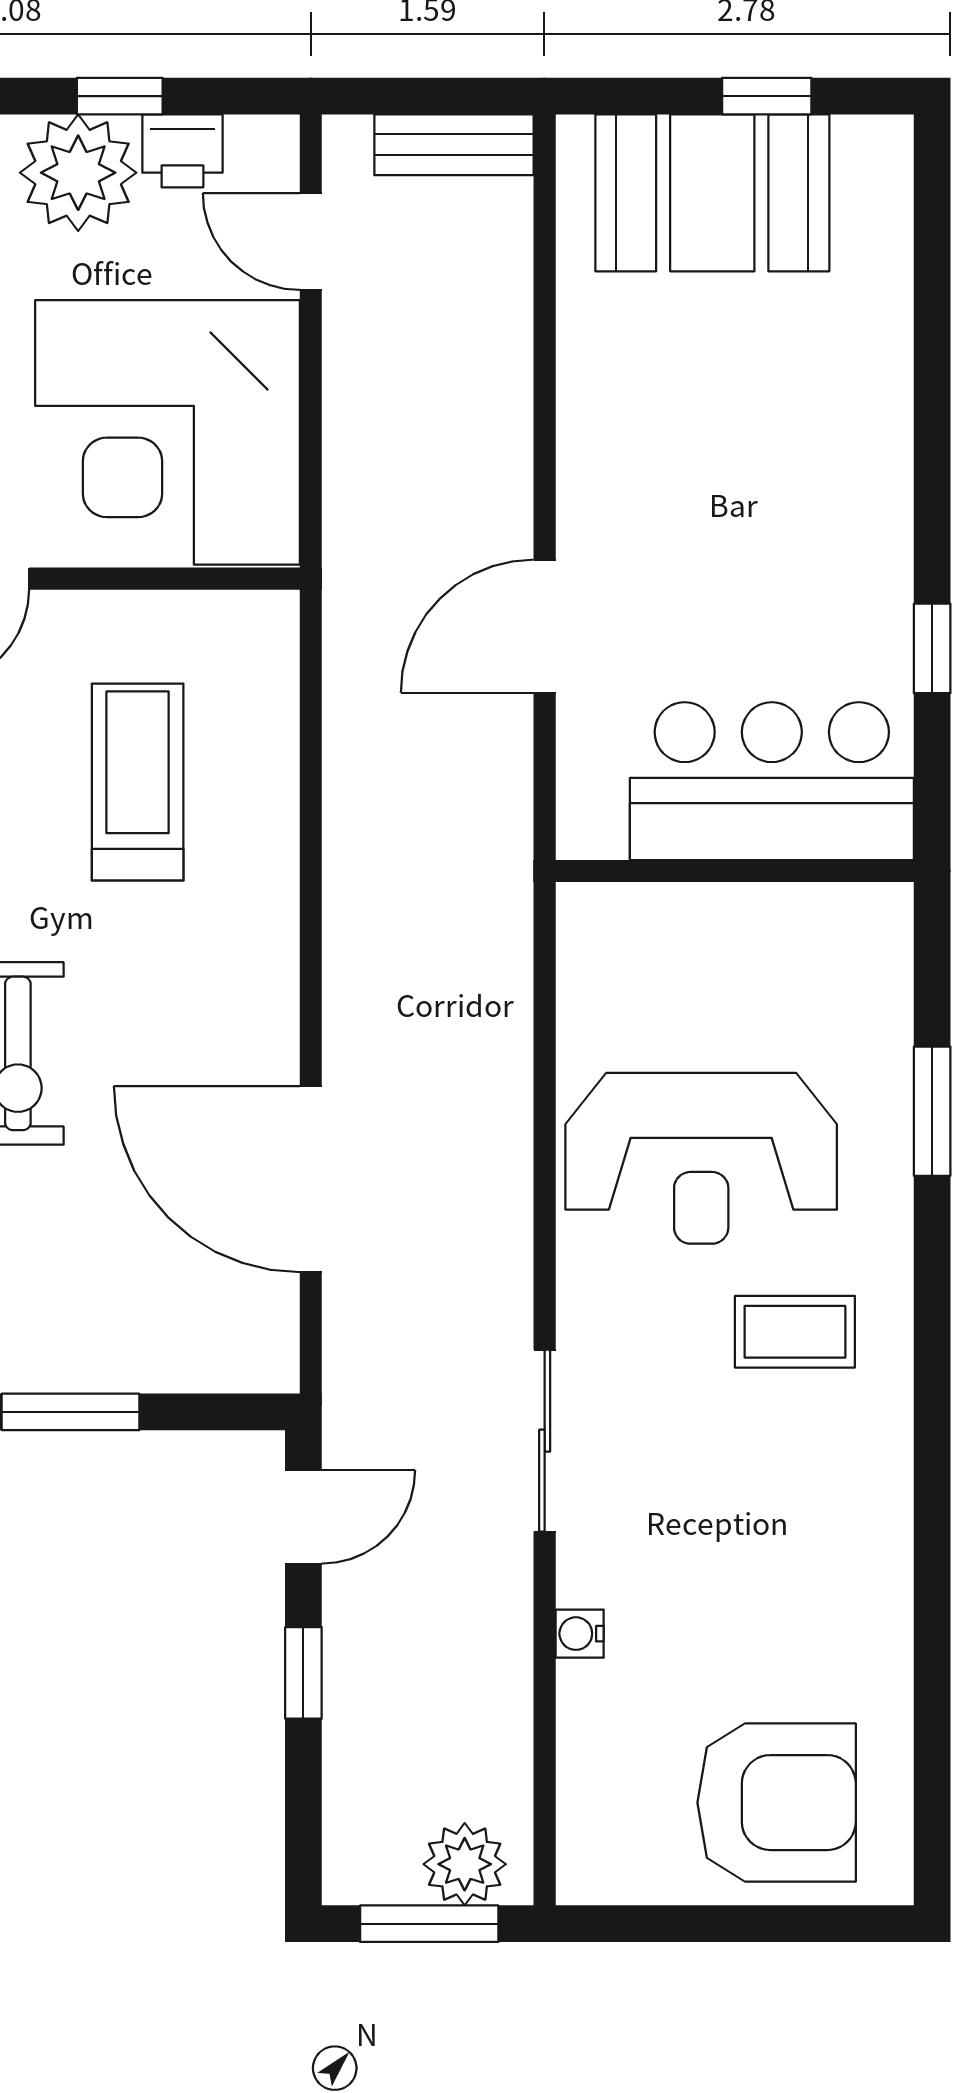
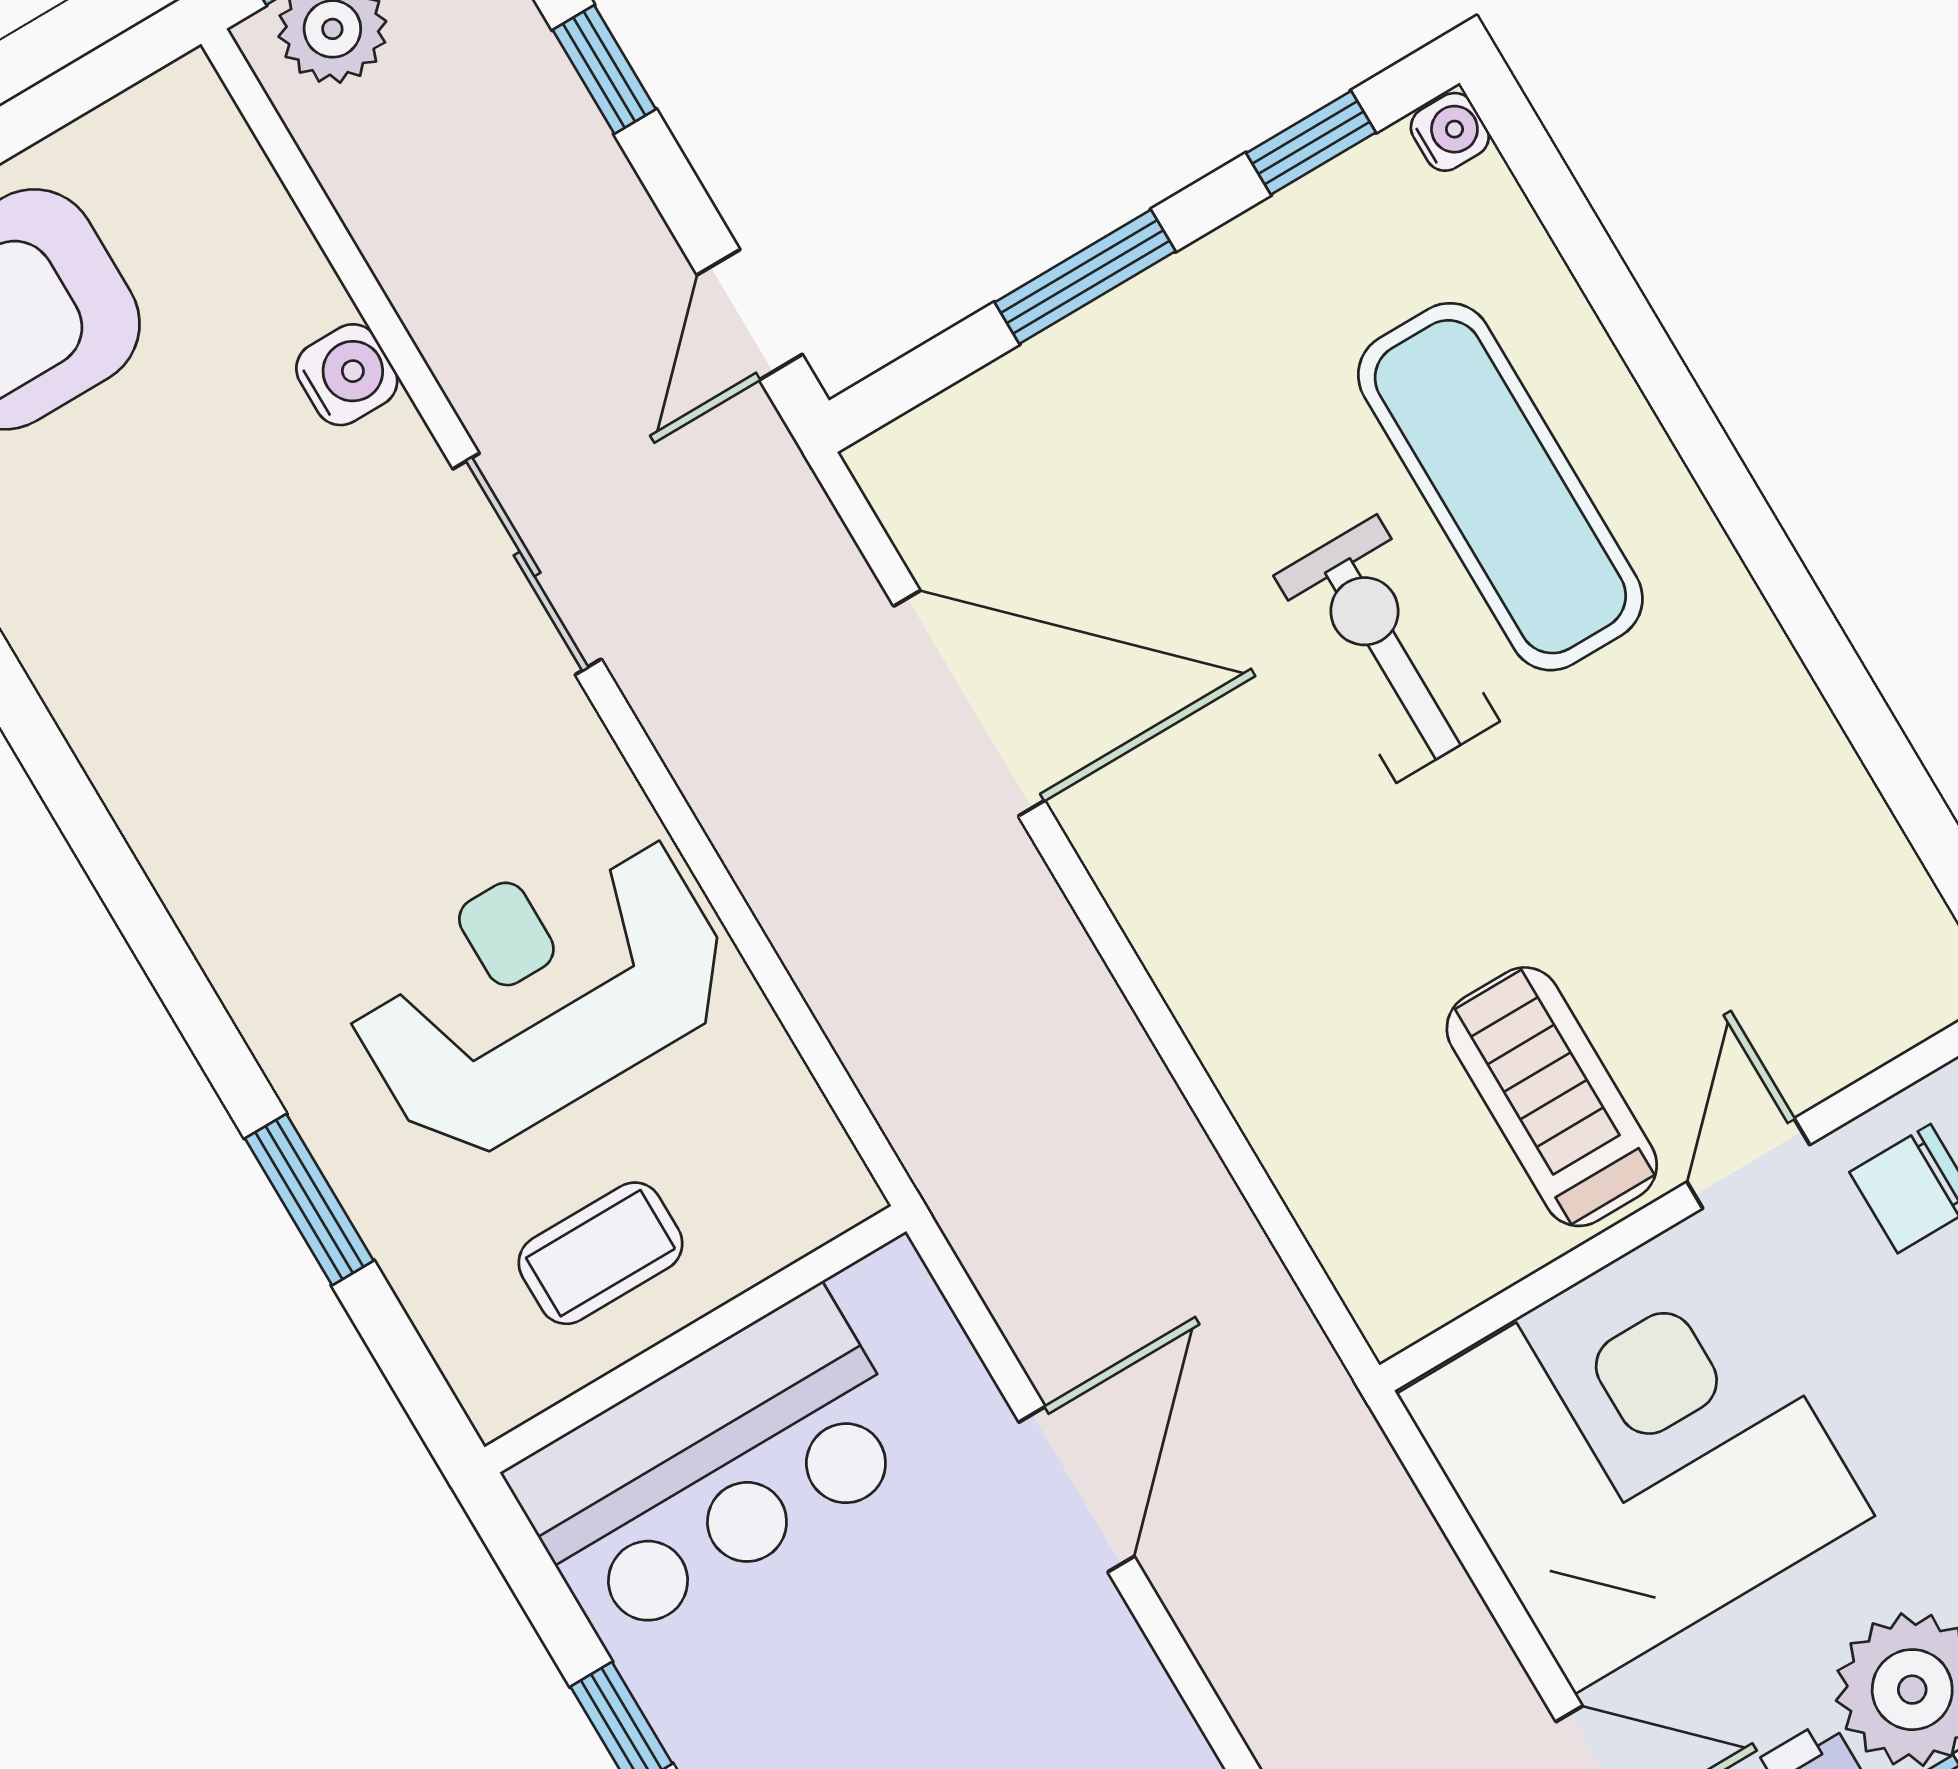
treadmill: (138, 782) -> (1552, 1097), moved, turned 180
coffee table: (795, 1332) -> (601, 1253), moved
water cooler: (580, 1634) -> (347, 375), width x1.38, depth x1.38
window: (303, 1673) -> (604, 70), moved

